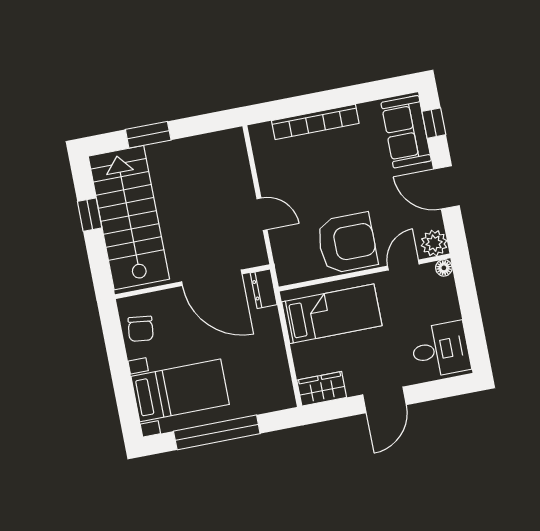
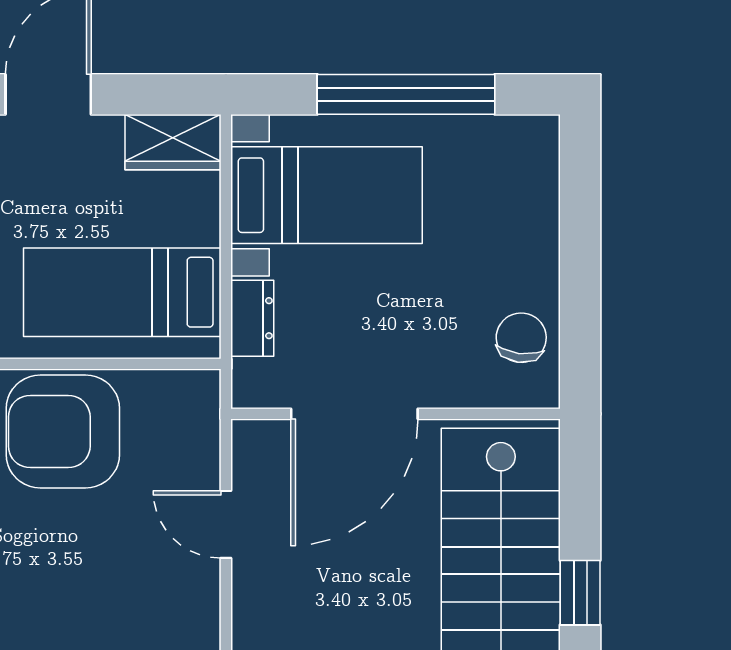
door: (212, 278) -> (354, 414), swing flipped
dresser: (264, 289) -> (252, 318), moved
bed with nightstands: (180, 390) -> (326, 195), moved, turned 180

